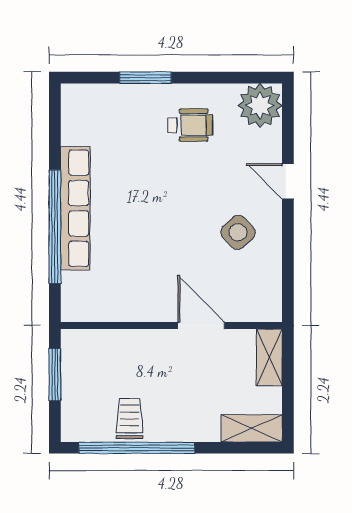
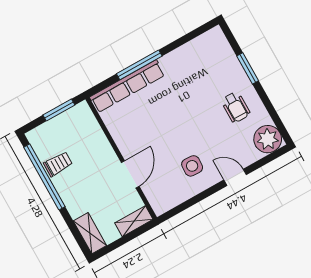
door: (288, 181) -> (235, 177), hinge flipped
row of seats: (75, 208) -> (127, 86), moved
window: (55, 227) -> (139, 65), width x0.68
side table: (238, 232) -> (192, 166), turned 45

